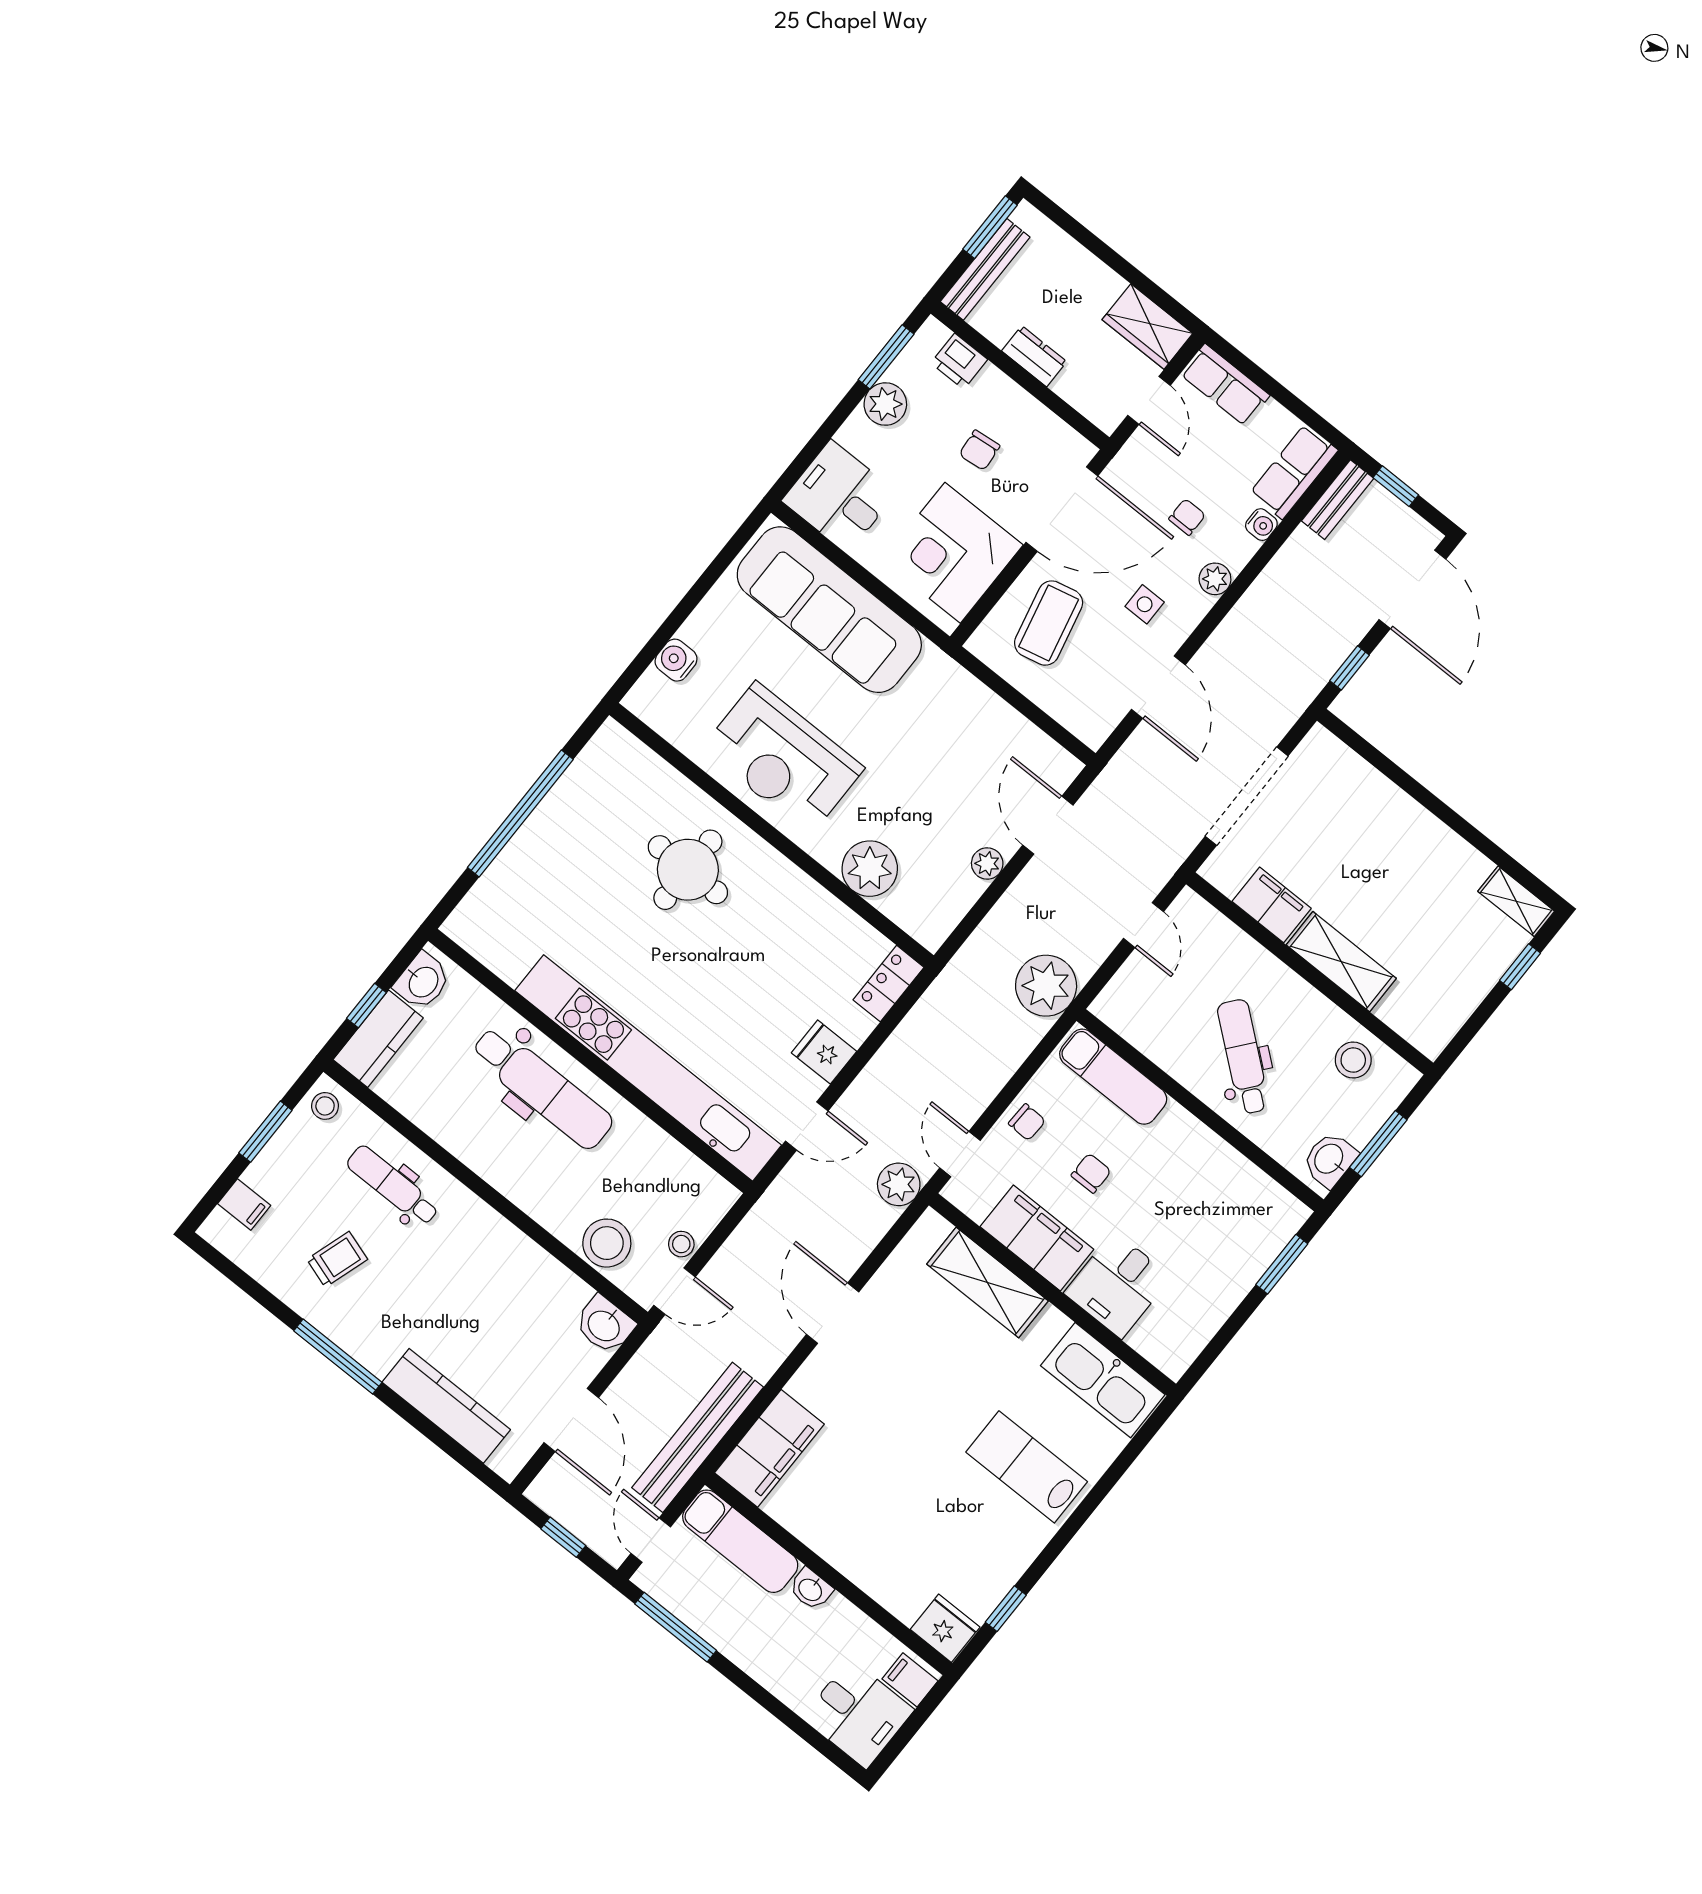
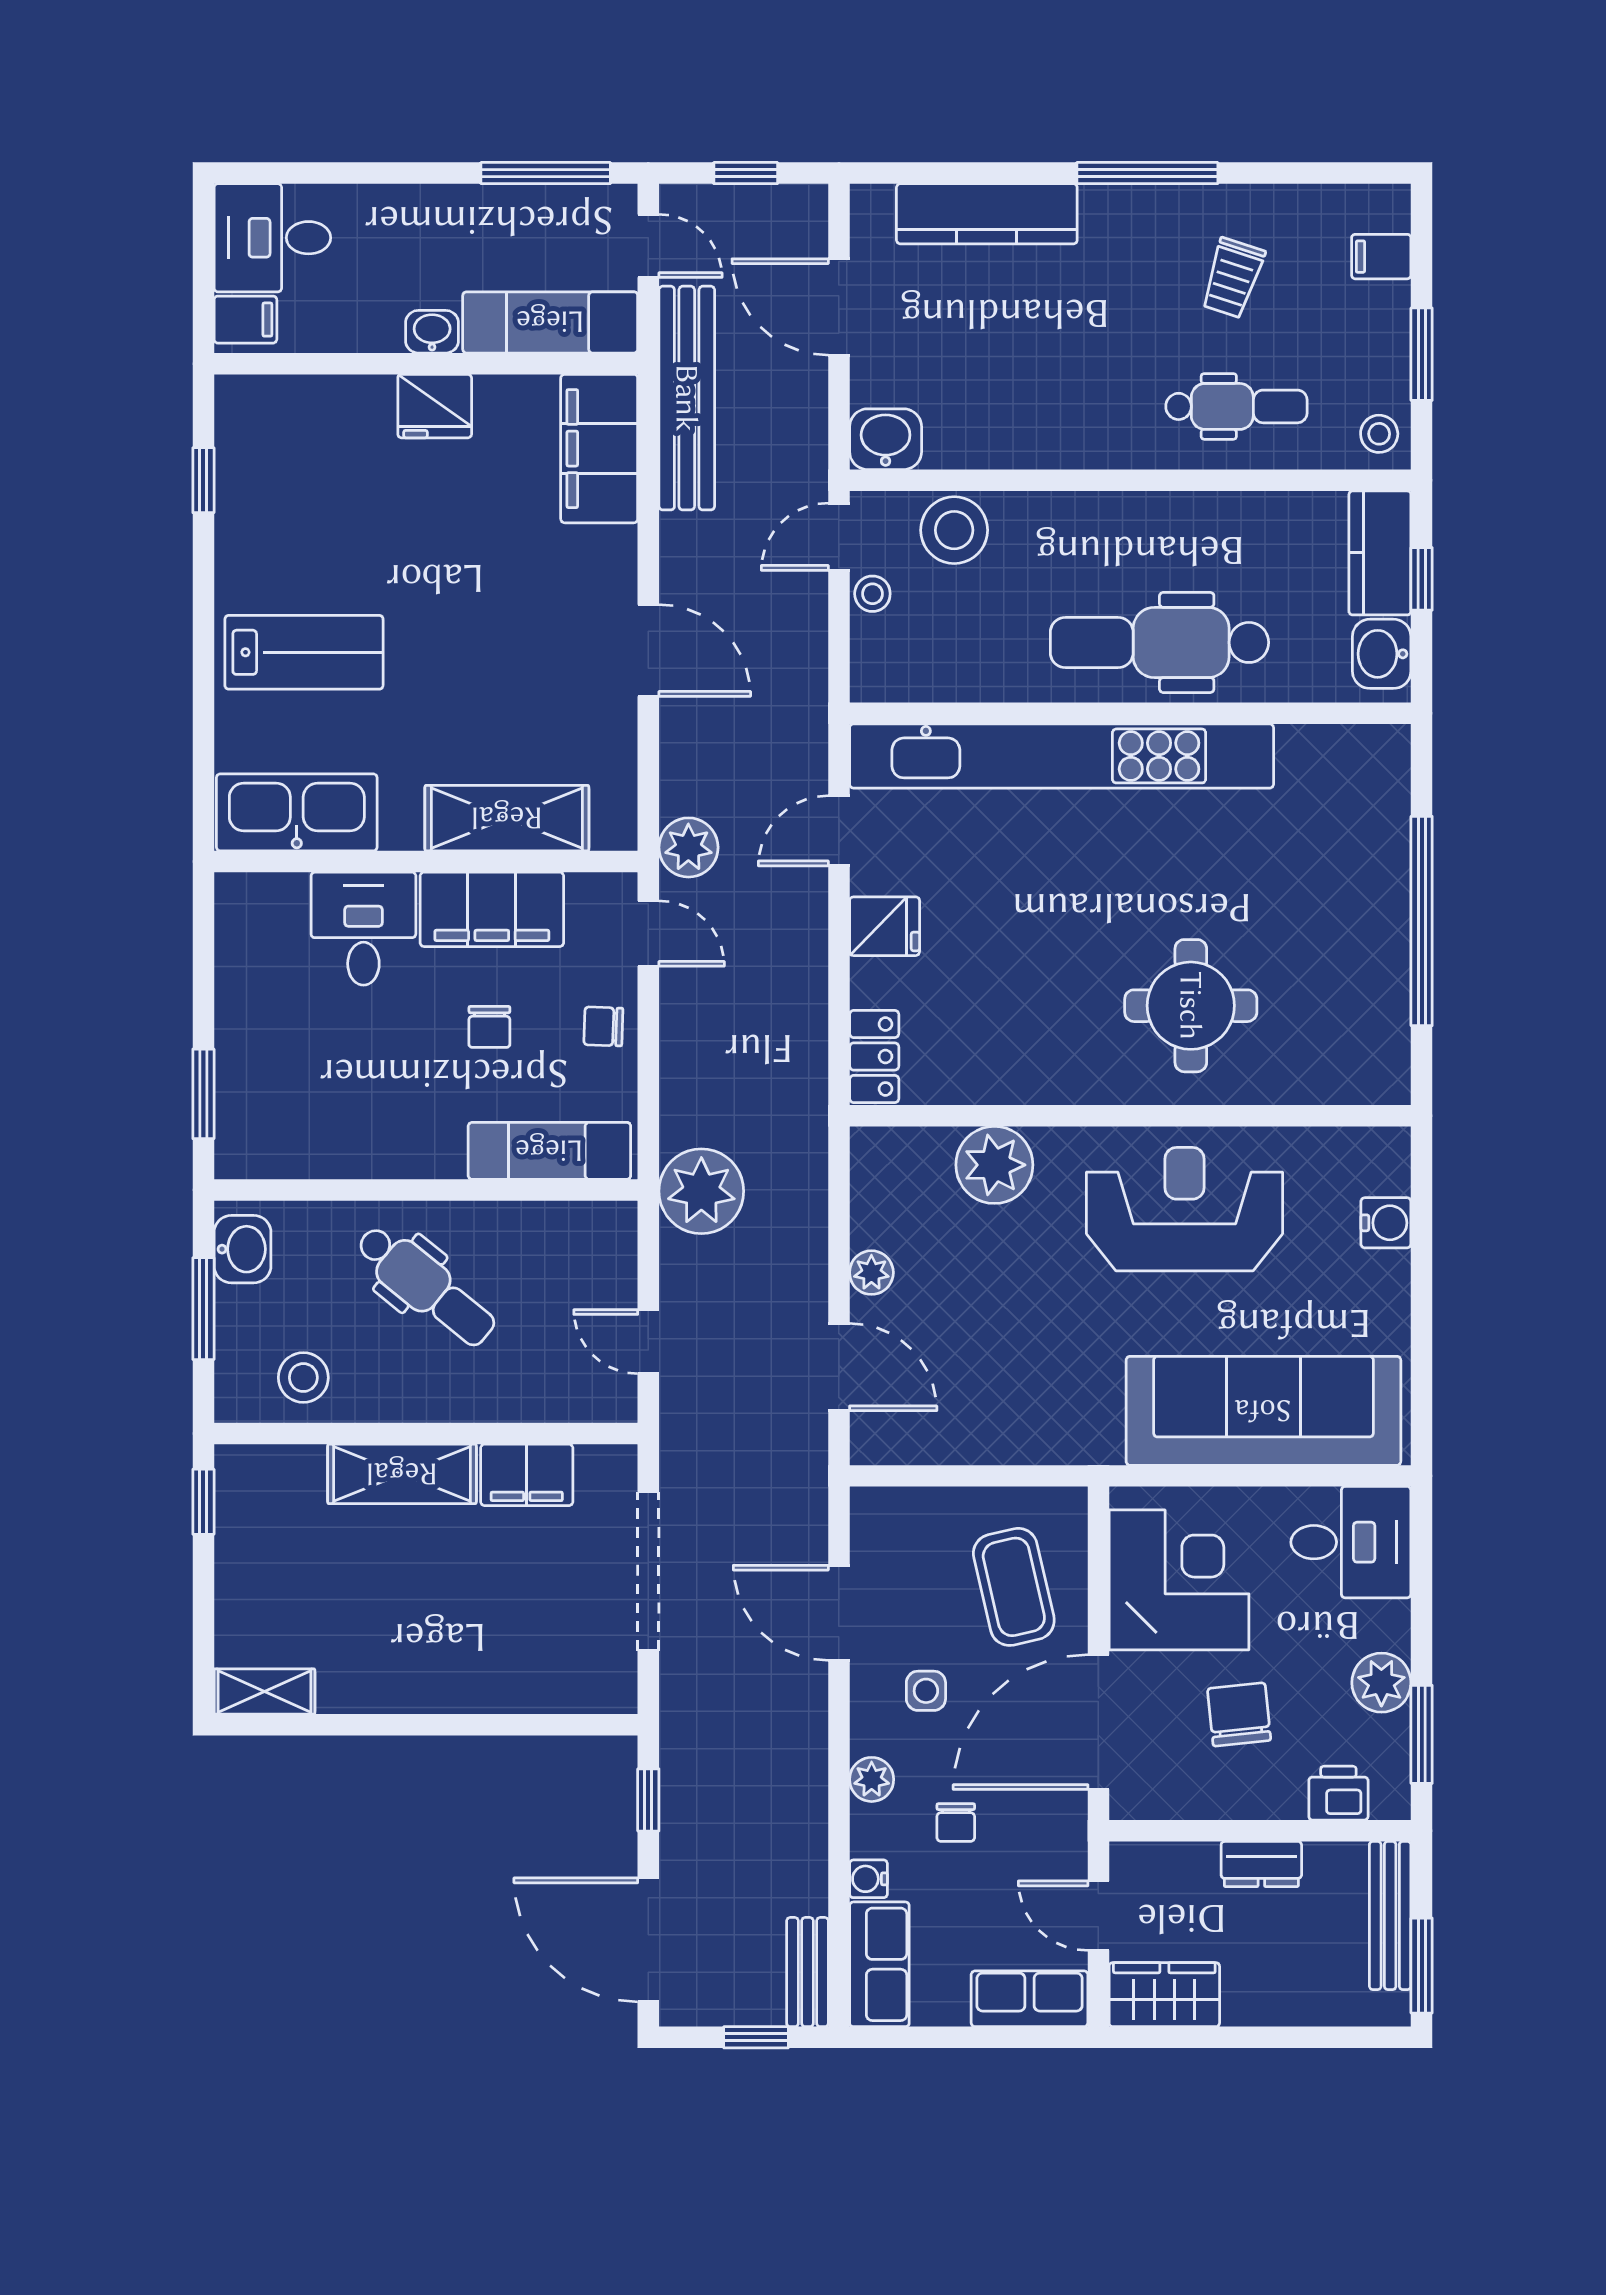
chair: (979, 450) -> (1239, 1714), width x1.37, depth x1.37
window: (1520, 967) -> (203, 1502), moved
fridge: (945, 1628) -> (435, 406), moved

